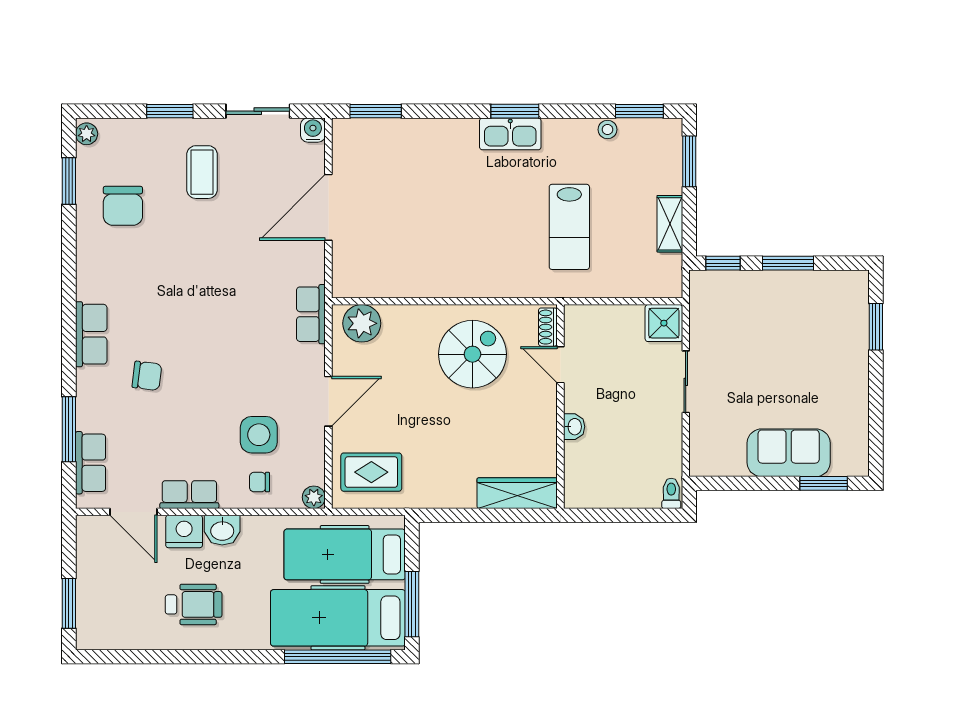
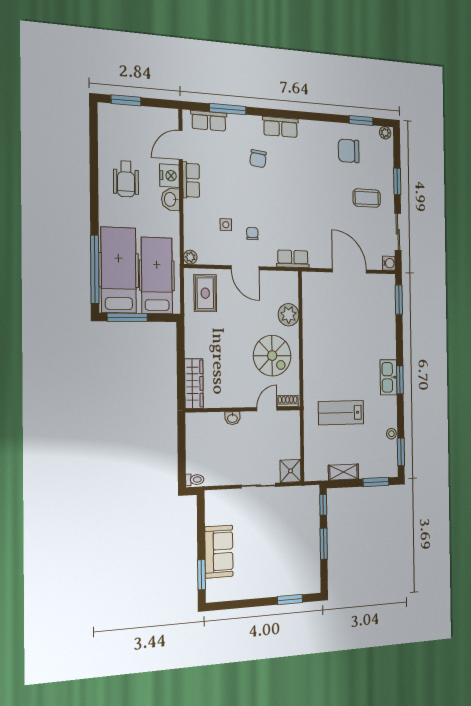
plant: (362, 323) -> (289, 315), moved
side table: (259, 435) -> (226, 225), width x0.54, depth x0.54
chair: (259, 482) -> (252, 234), moved

